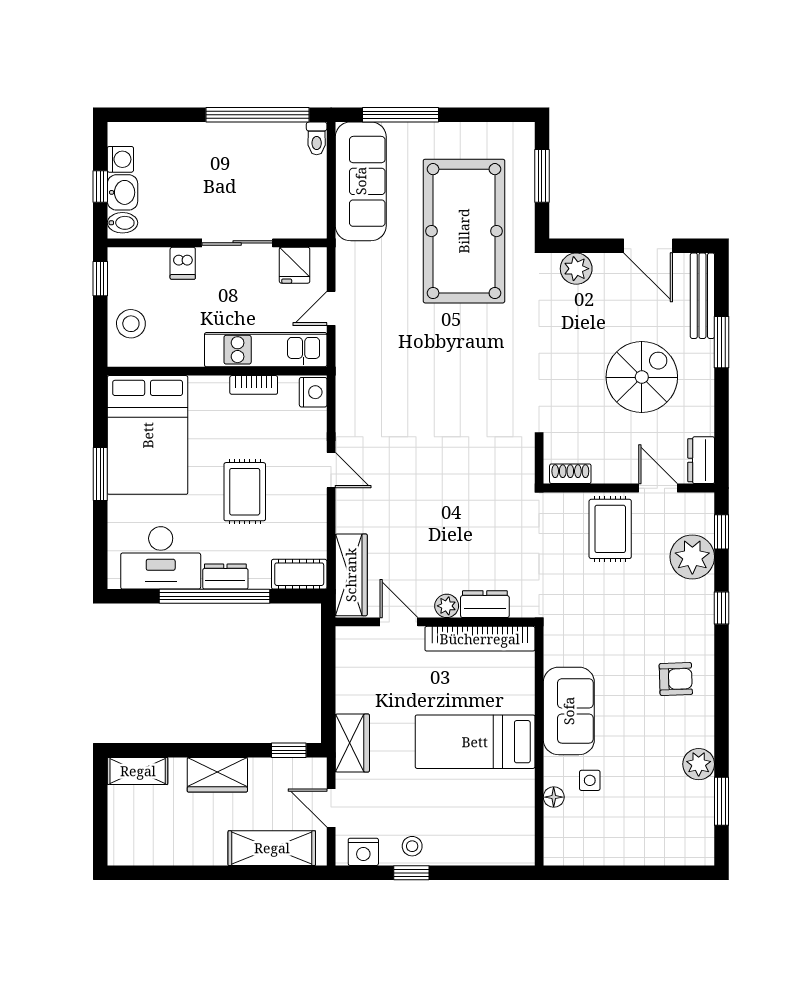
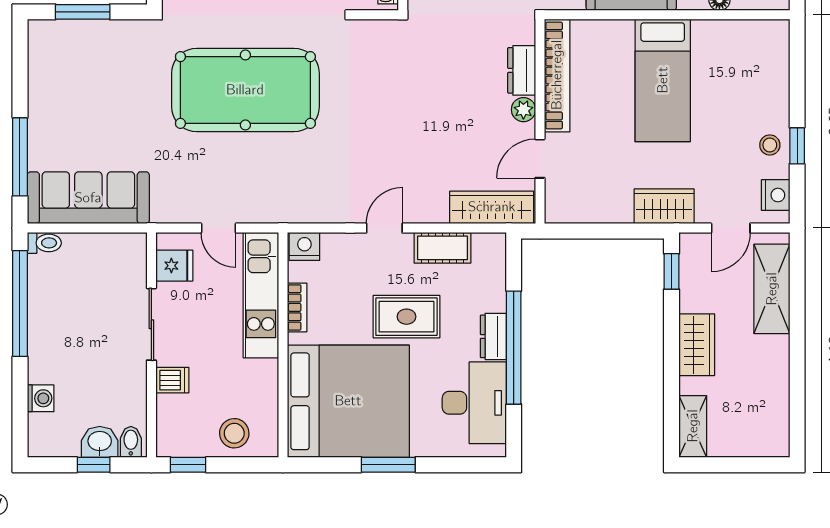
washing machine: (120, 159) -> (41, 398), moved, turned 90
pool table: (464, 231) -> (245, 90), moved
bed: (148, 435) -> (348, 401), width x1.36
cot: (299, 574) -> (442, 248), moved, turned 90

